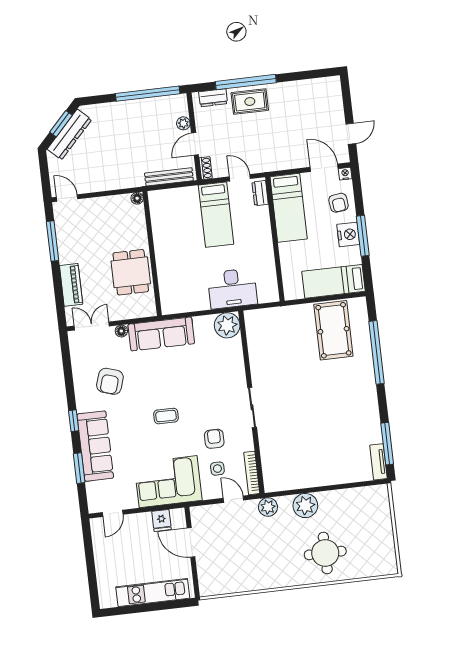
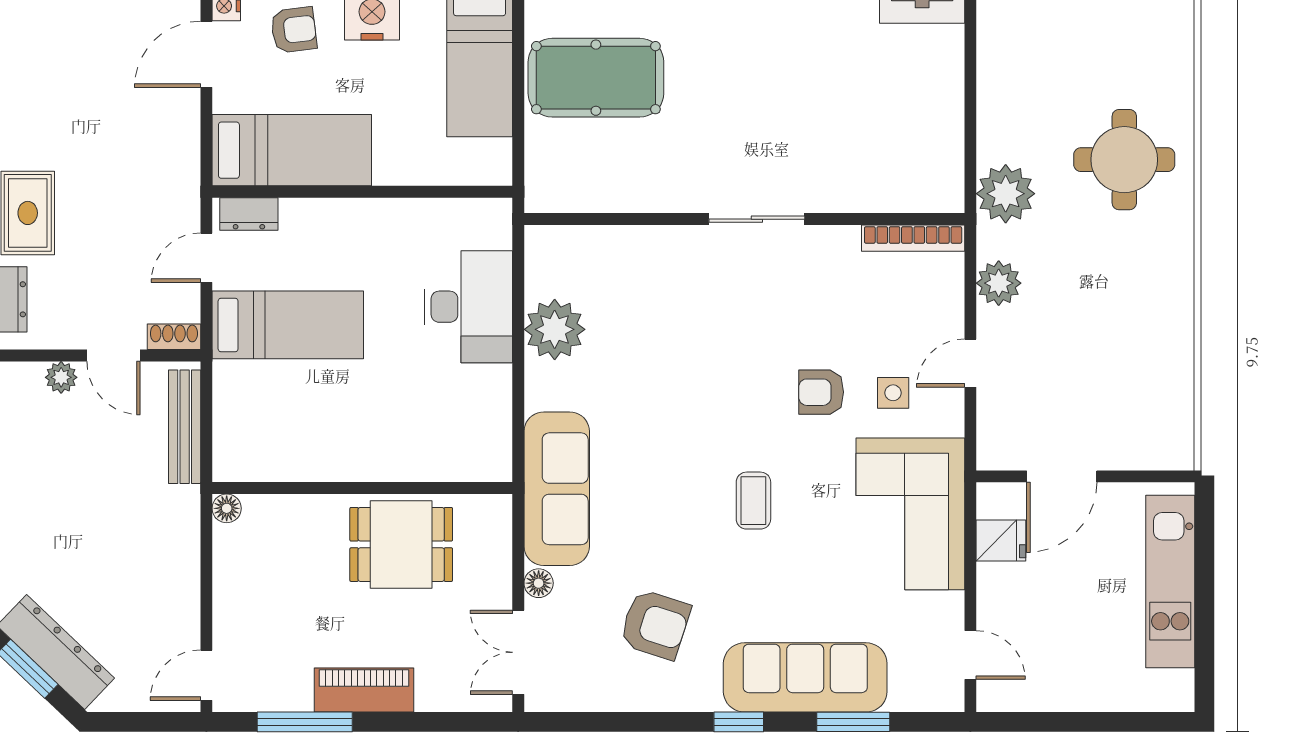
piano: (71, 285) -> (364, 690), moved
wall: (251, 402) -> (744, 219), moved
sliding door: (252, 407) -> (757, 219), moved
bookcase: (252, 473) -> (913, 238), moved

